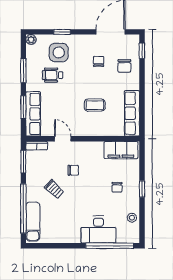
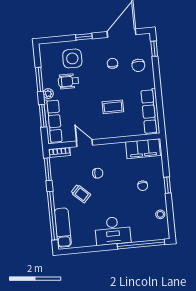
window: (62, 32) -> (84, 37), moved
plant: (31, 39) -> (48, 94), moved
desk: (99, 230) -> (113, 231), moved

